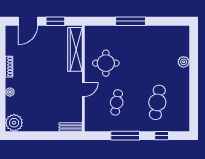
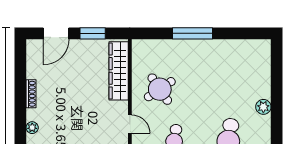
plant: (184, 62) -> (263, 107), moved
round table: (106, 63) -> (160, 89), turned -34
door: (83, 89) -> (130, 124), hinge flipped

